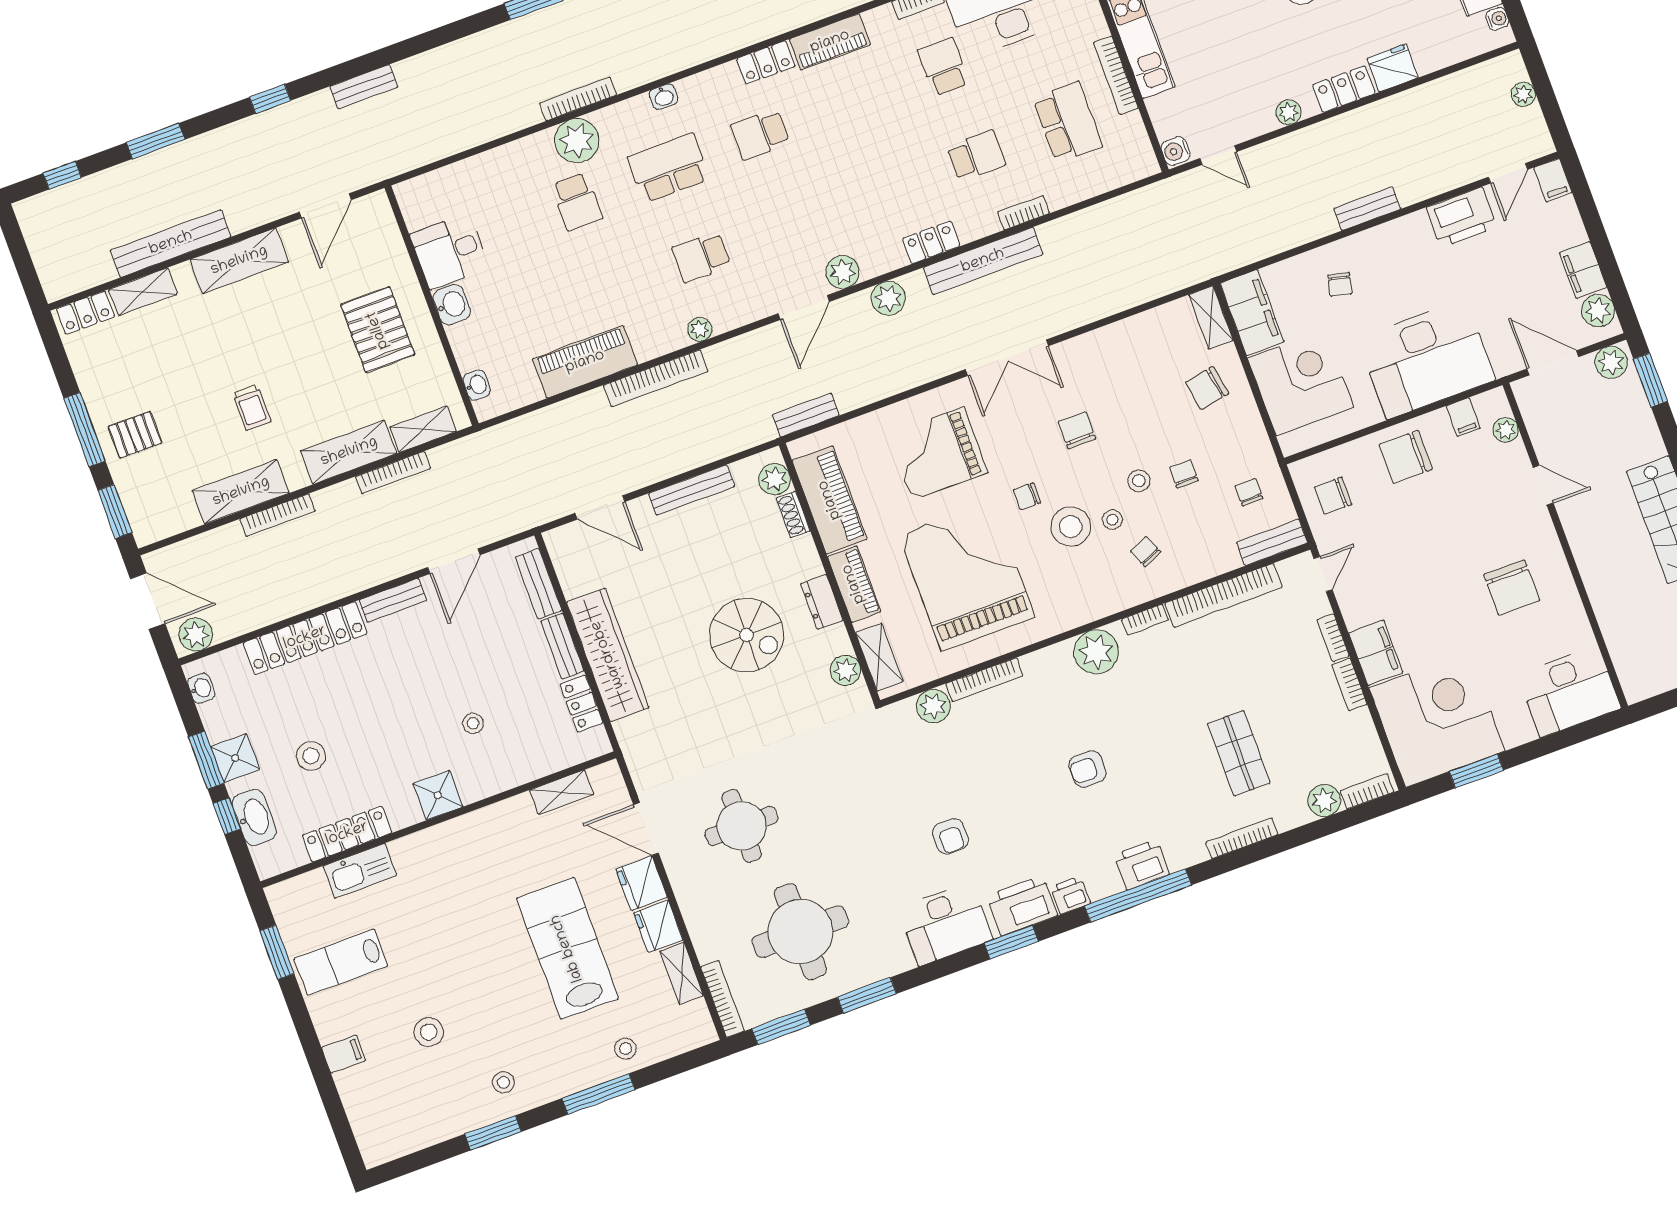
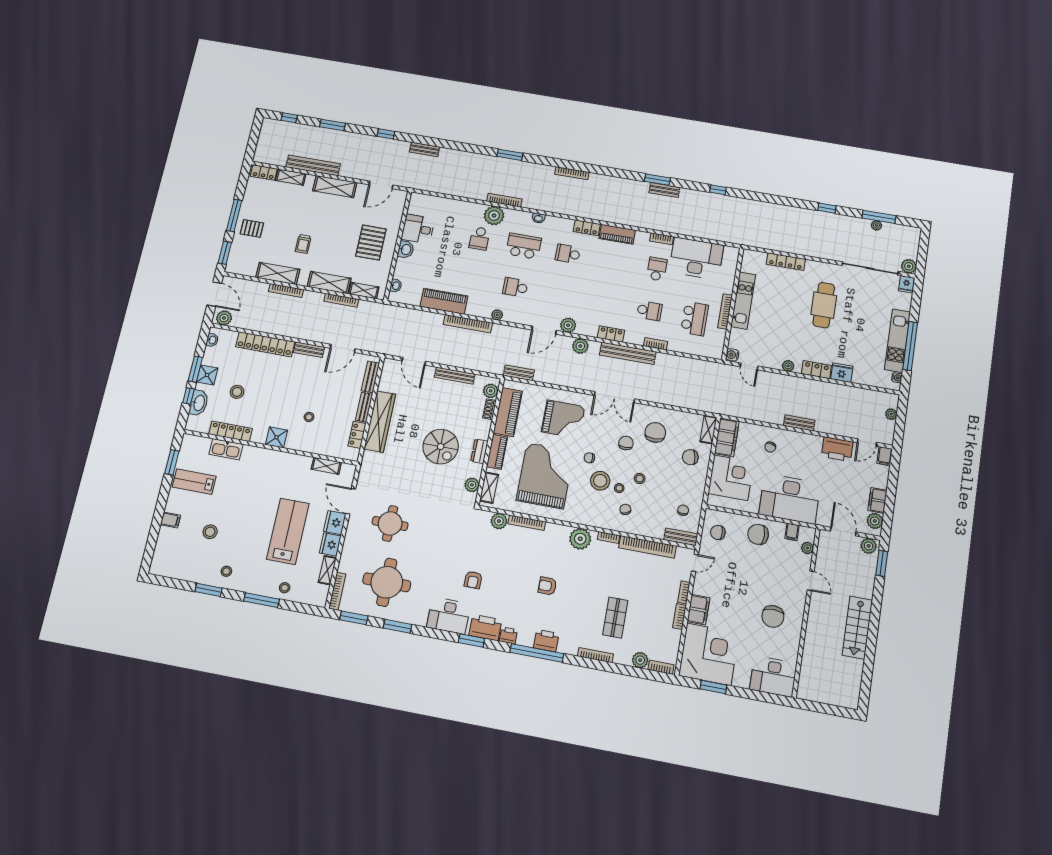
grand piano: (938, 454) -> (563, 419), turned 180
chair: (1184, 474) -> (655, 432), moved, width x1.87, depth x1.87

